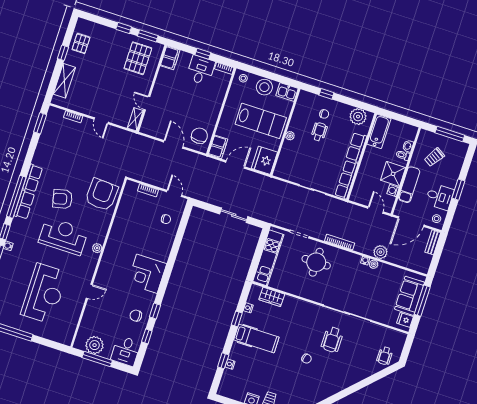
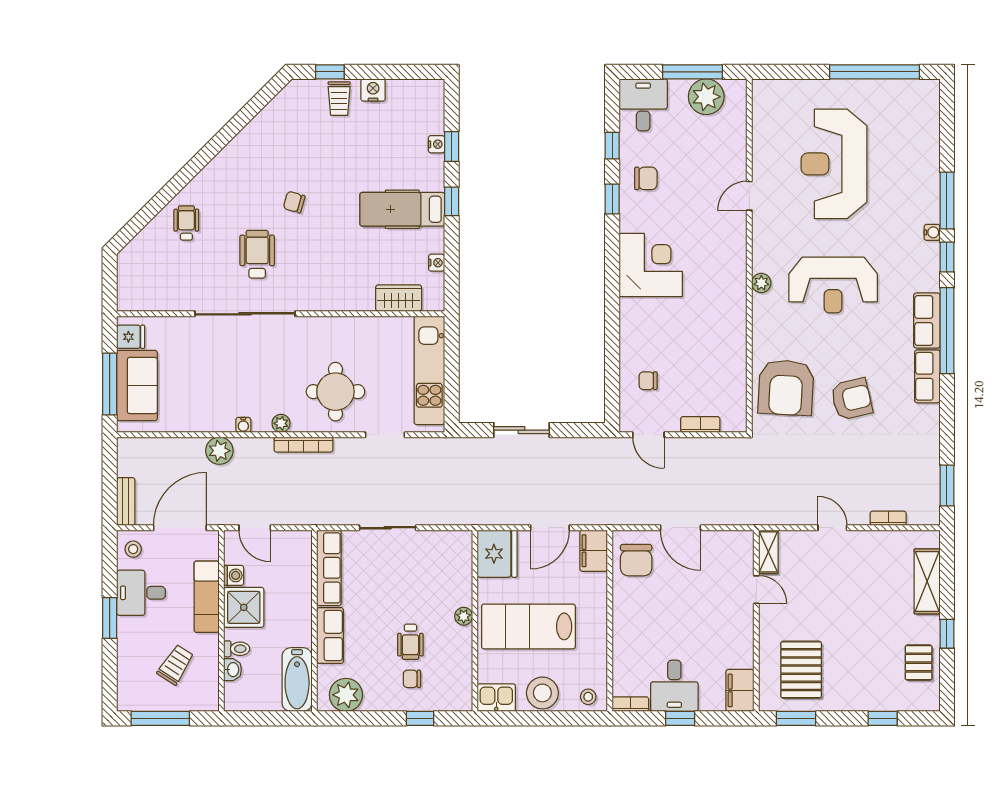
window: (124, 28) -> (883, 718), moved
armchair: (62, 199) -> (852, 399), moved
plant: (374, 264) -> (281, 423), moved
window: (237, 319) -> (452, 201), moved
wheelchair: (385, 356) -> (186, 223), moved

